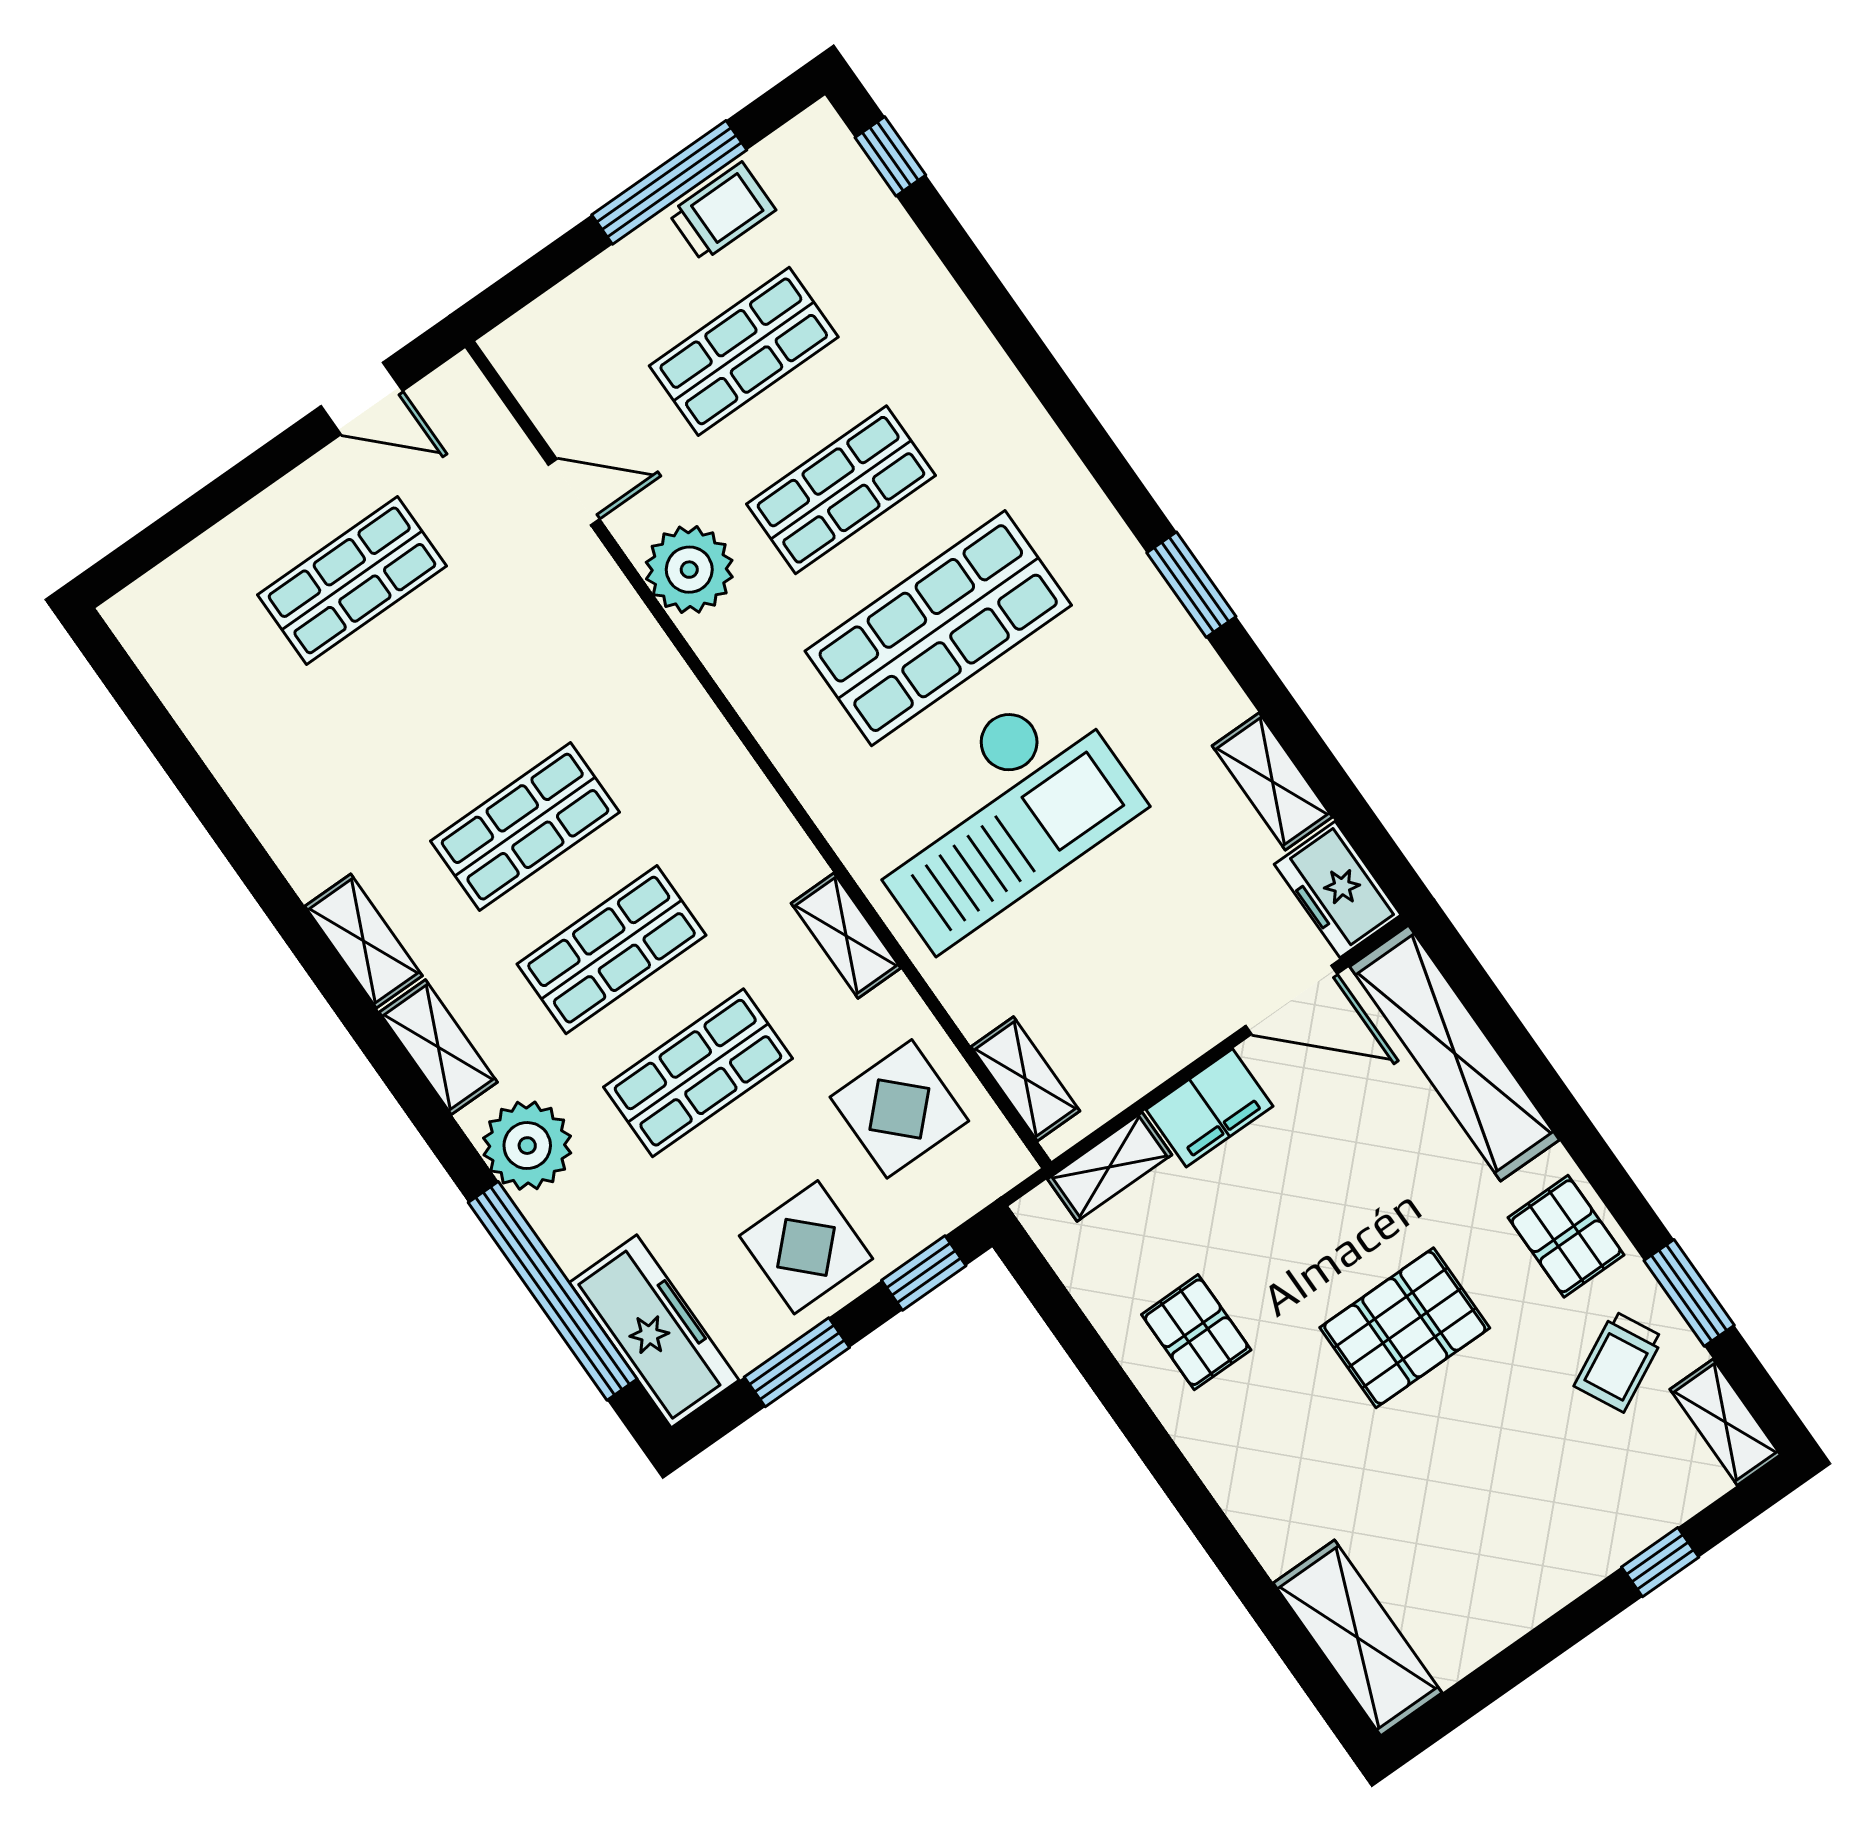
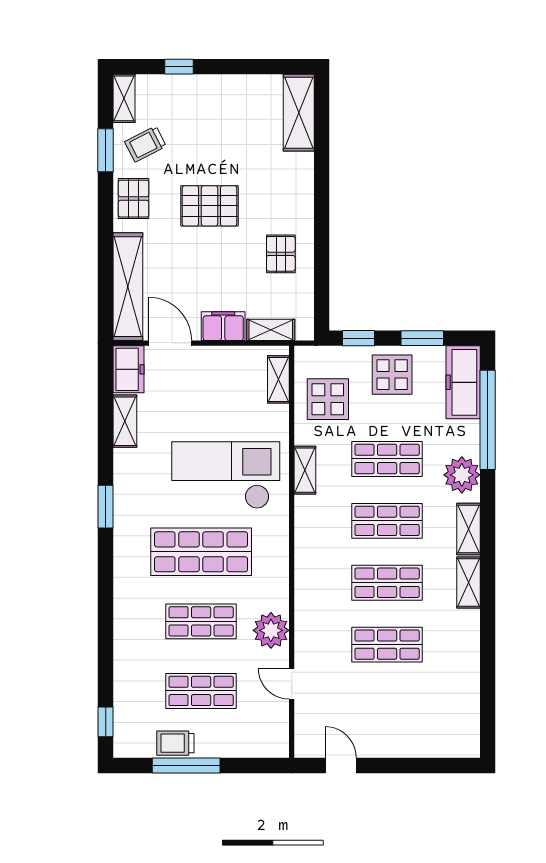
shop shelf: (352, 580) -> (387, 645), moved
trolley: (1619, 1361) -> (145, 144), turned 180

